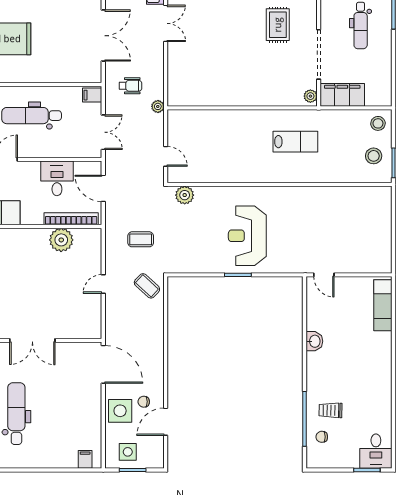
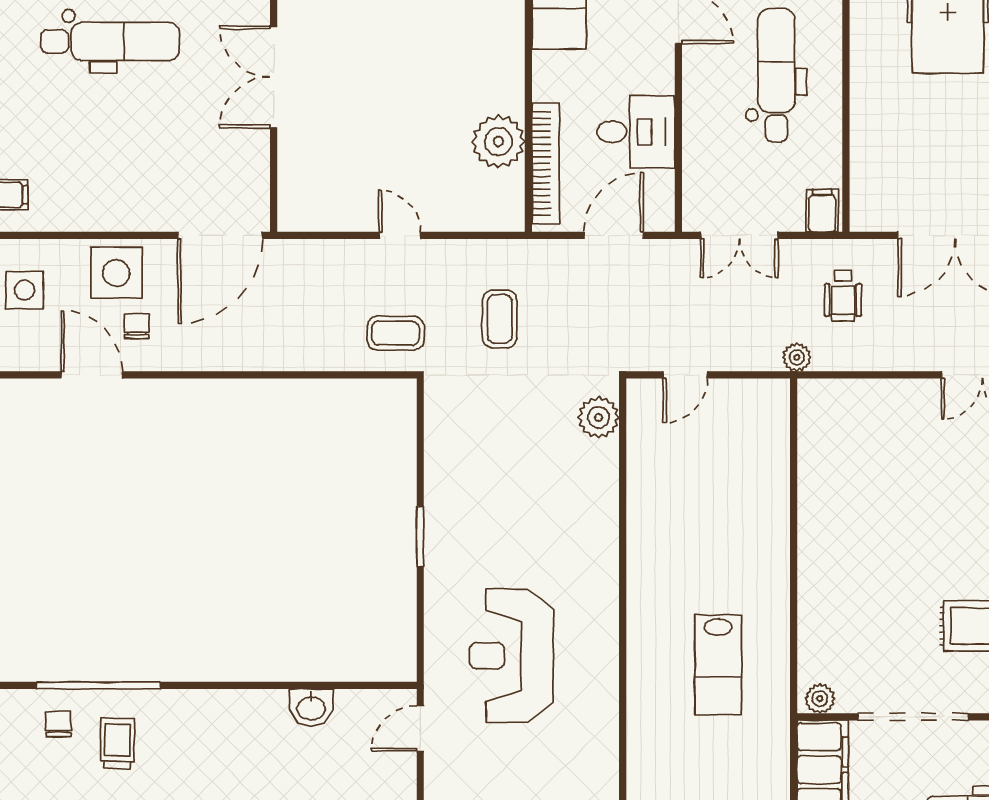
reception desk: (247, 236) -> (511, 656), moved, turned -90
coffee table: (147, 286) -> (396, 333), turned 47
washbasin: (314, 341) -> (311, 707), moved

